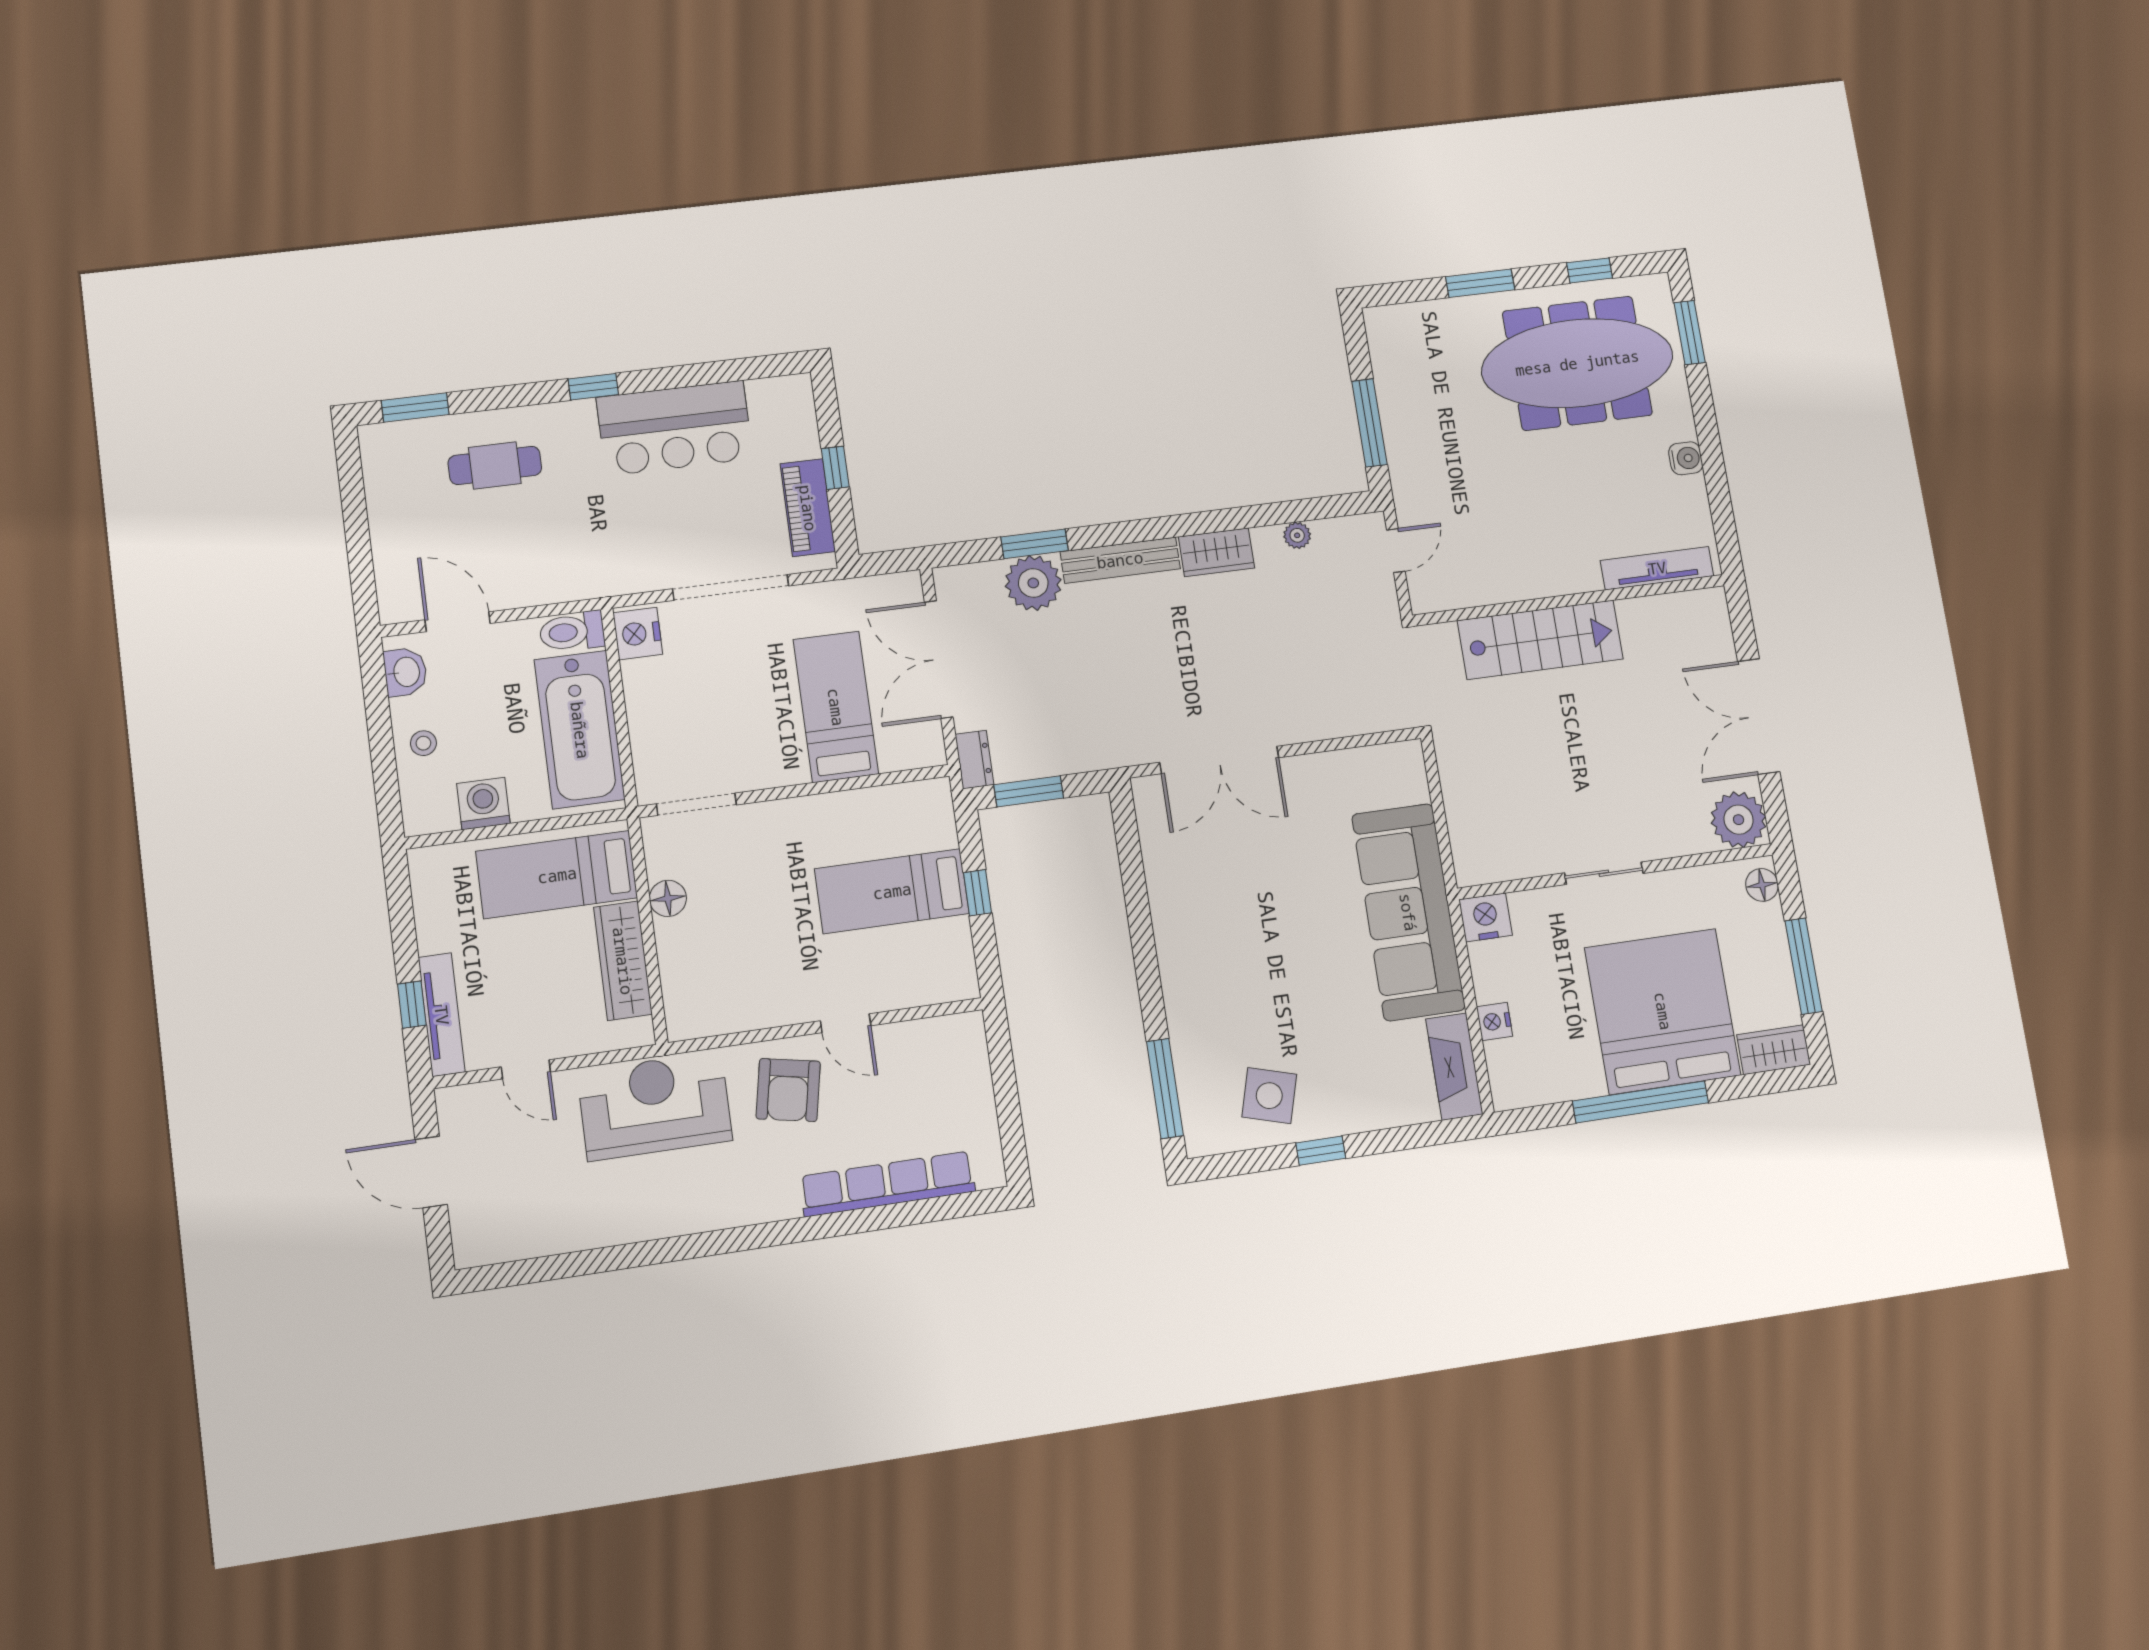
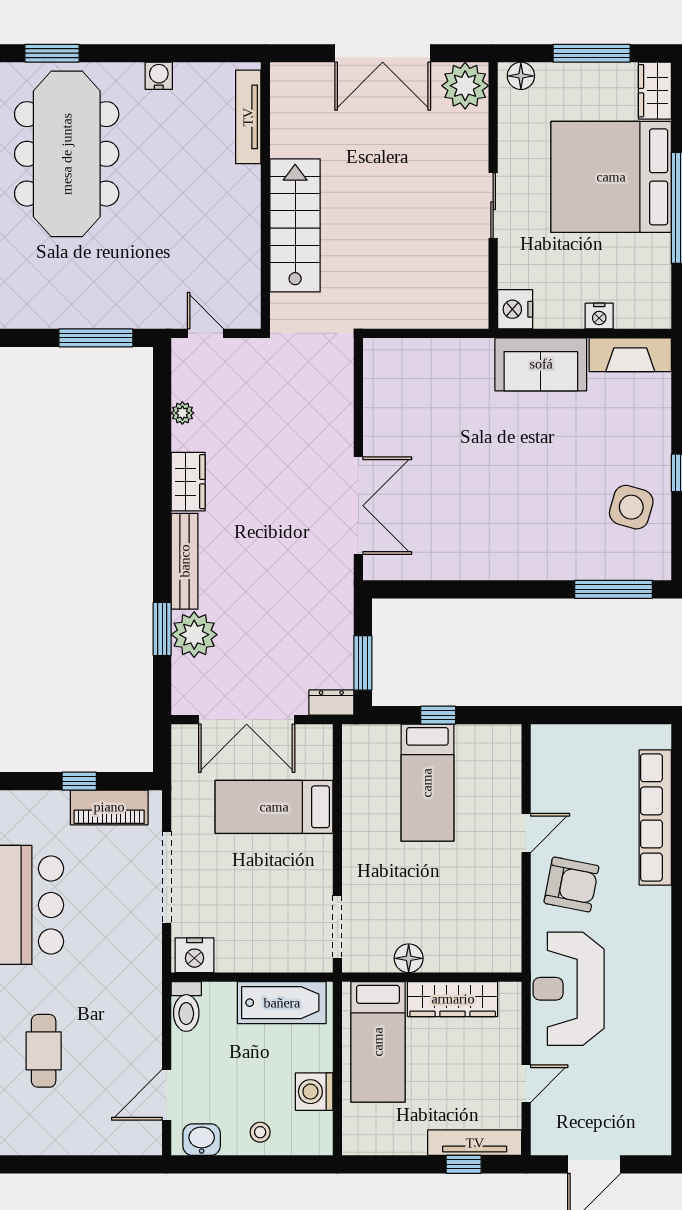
bathtub: (580, 730) -> (282, 1003), width x0.73, depth x0.73
sofa: (1408, 912) -> (541, 364), width x0.54, depth x0.79

